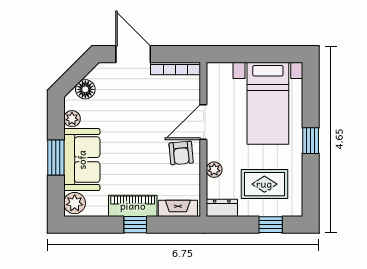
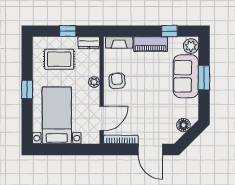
plant: (72, 119) -> (193, 105), removed
door: (203, 122) -> (102, 118), moved
plant: (214, 170) -> (94, 82), moved
window: (135, 225) -> (169, 31), moved
window: (271, 225) -> (68, 31), moved

